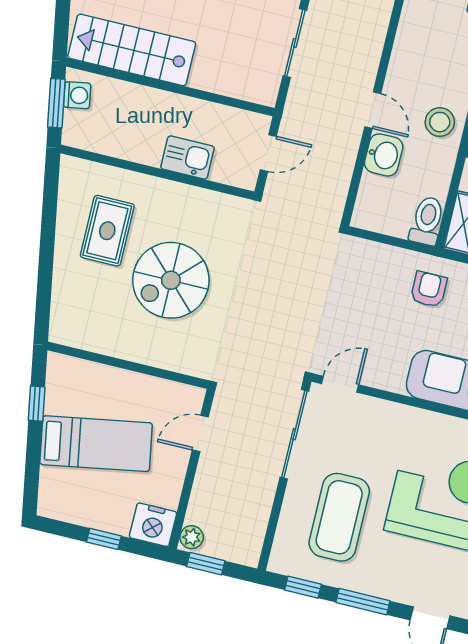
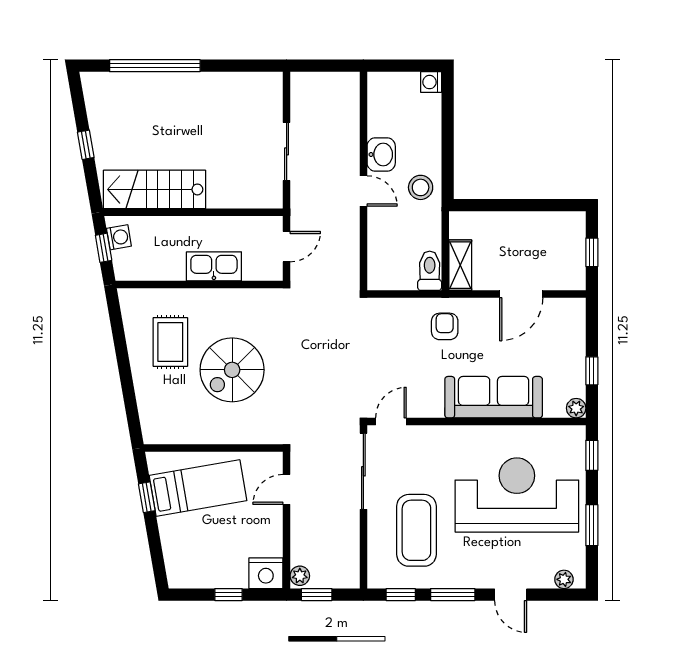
window: (56, 103) -> (104, 248), width x0.67
washbasin: (384, 155) -> (381, 155), moved
kitchen sink: (188, 158) -> (214, 266), width x1.38
bed: (96, 444) -> (198, 488), moved

